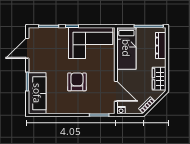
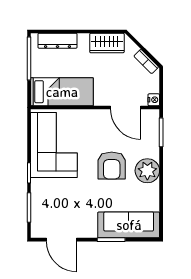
armchair: (77, 82) -> (112, 165), turned -90
door: (116, 91) -> (126, 107), swing flipped
plant: (73, 106) -> (147, 171), added

